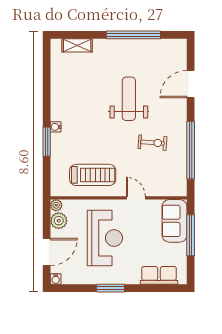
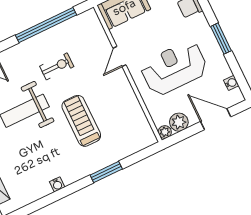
water cooler: (56, 127) -> (57, 184), moved
exercise bike: (152, 143) -> (57, 66), turned 86
treadmill: (93, 175) -> (81, 121), moved
water cooler: (56, 279) -> (231, 83), moved

